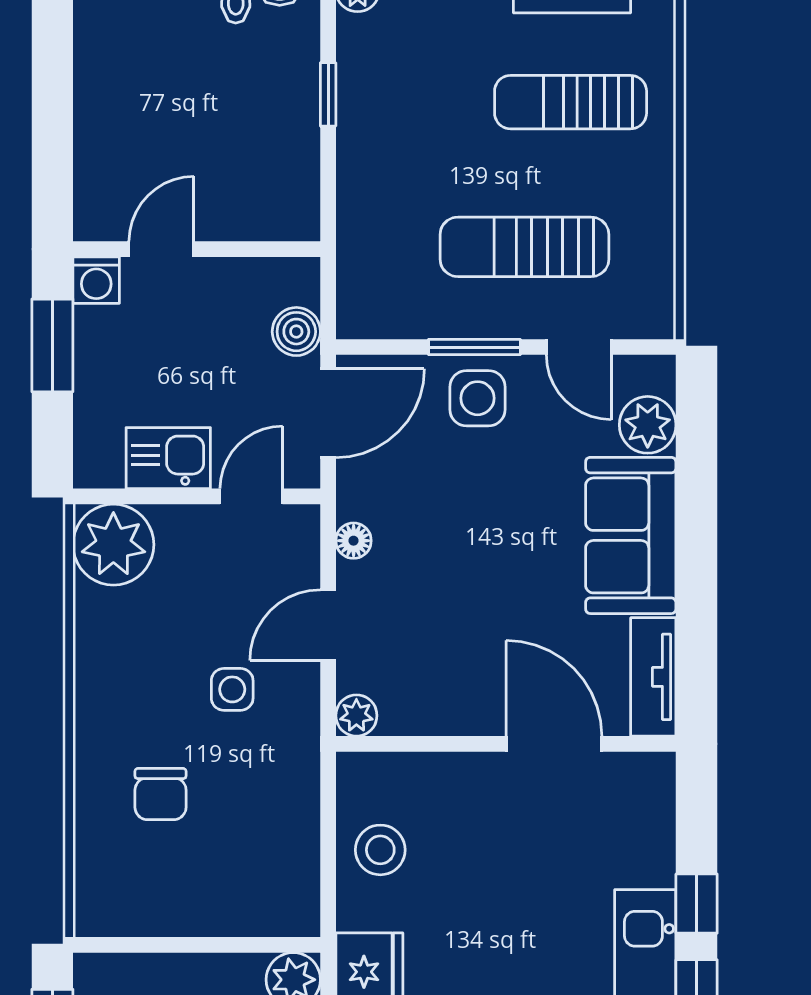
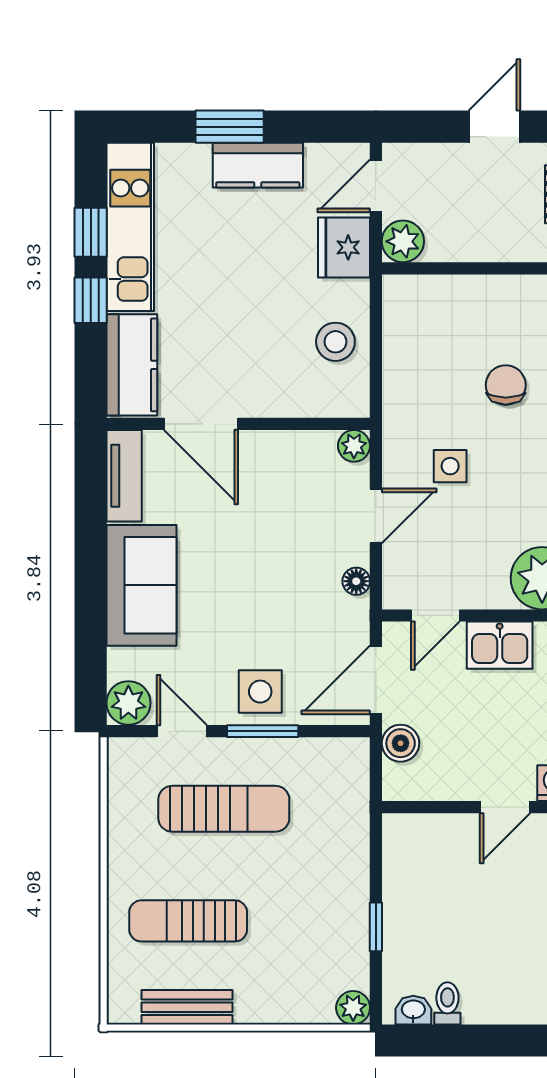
sun lounger: (571, 102) -> (188, 921), turned 180
plant: (648, 425) -> (128, 703), moved
kitchen counter: (643, 820) -> (132, 365), added

